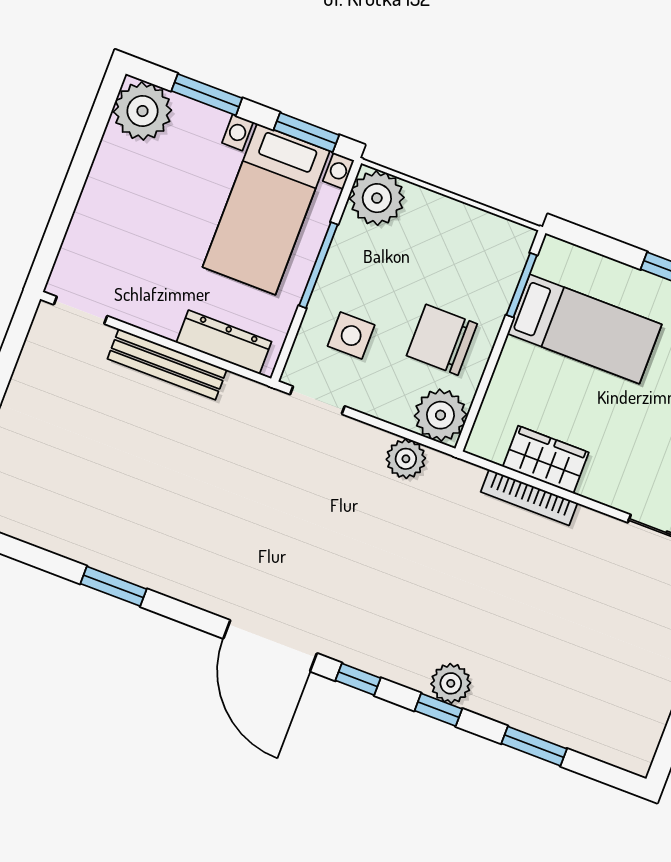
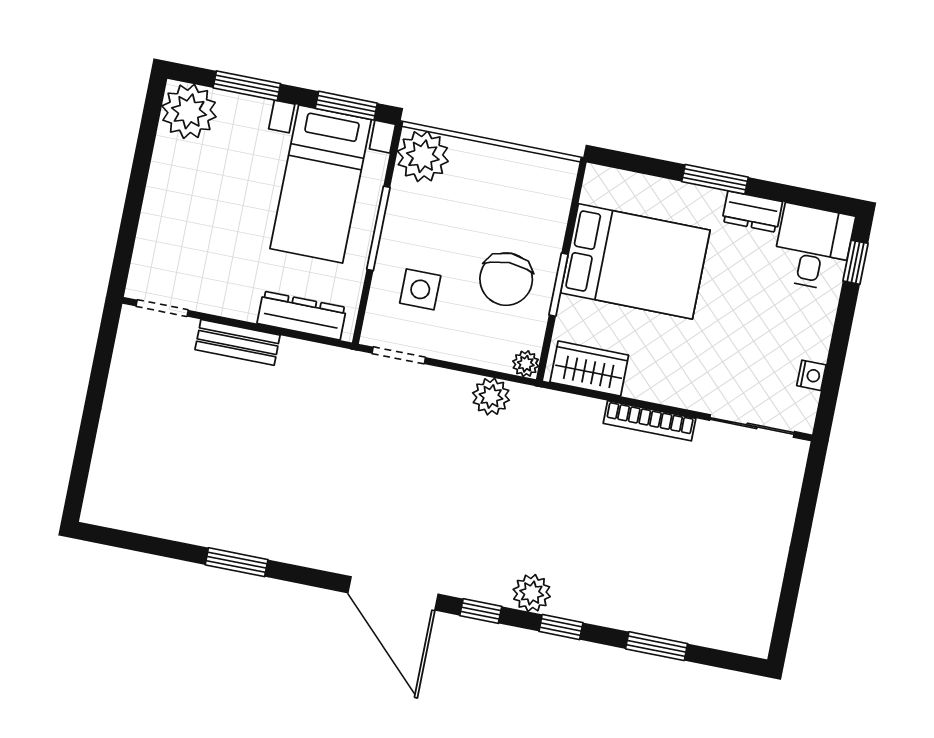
window: (522, 285) -> (559, 285), moved
bed: (584, 329) -> (635, 261), width x1.50
chair: (442, 340) -> (506, 279), turned -90
bench: (167, 364) -> (238, 342), width x0.73
plant: (440, 415) -> (526, 364), width x0.53, depth x0.53
wardrobe: (546, 459) -> (589, 369), moved
bookcase: (529, 497) -> (650, 421), moved
plant: (451, 683) -> (532, 593), moved

